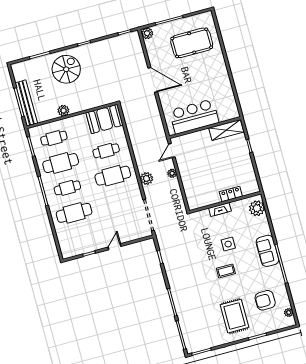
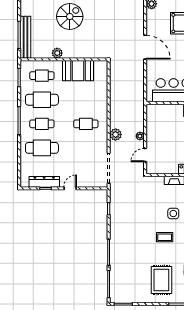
booth: (105, 119) -> (78, 71), moved
cafe table: (106, 151) -> (86, 100), removed
door: (172, 151) -> (145, 155), moved
cafe table: (113, 176) -> (86, 124), width x0.73, depth x0.74
dresser: (86, 247) -> (44, 182), added

